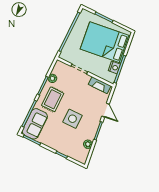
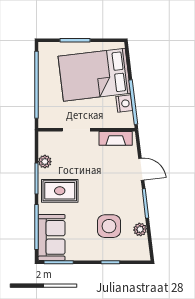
rug: (53, 99) -> (60, 191), turned 90
side table: (72, 119) -> (109, 226), moved

